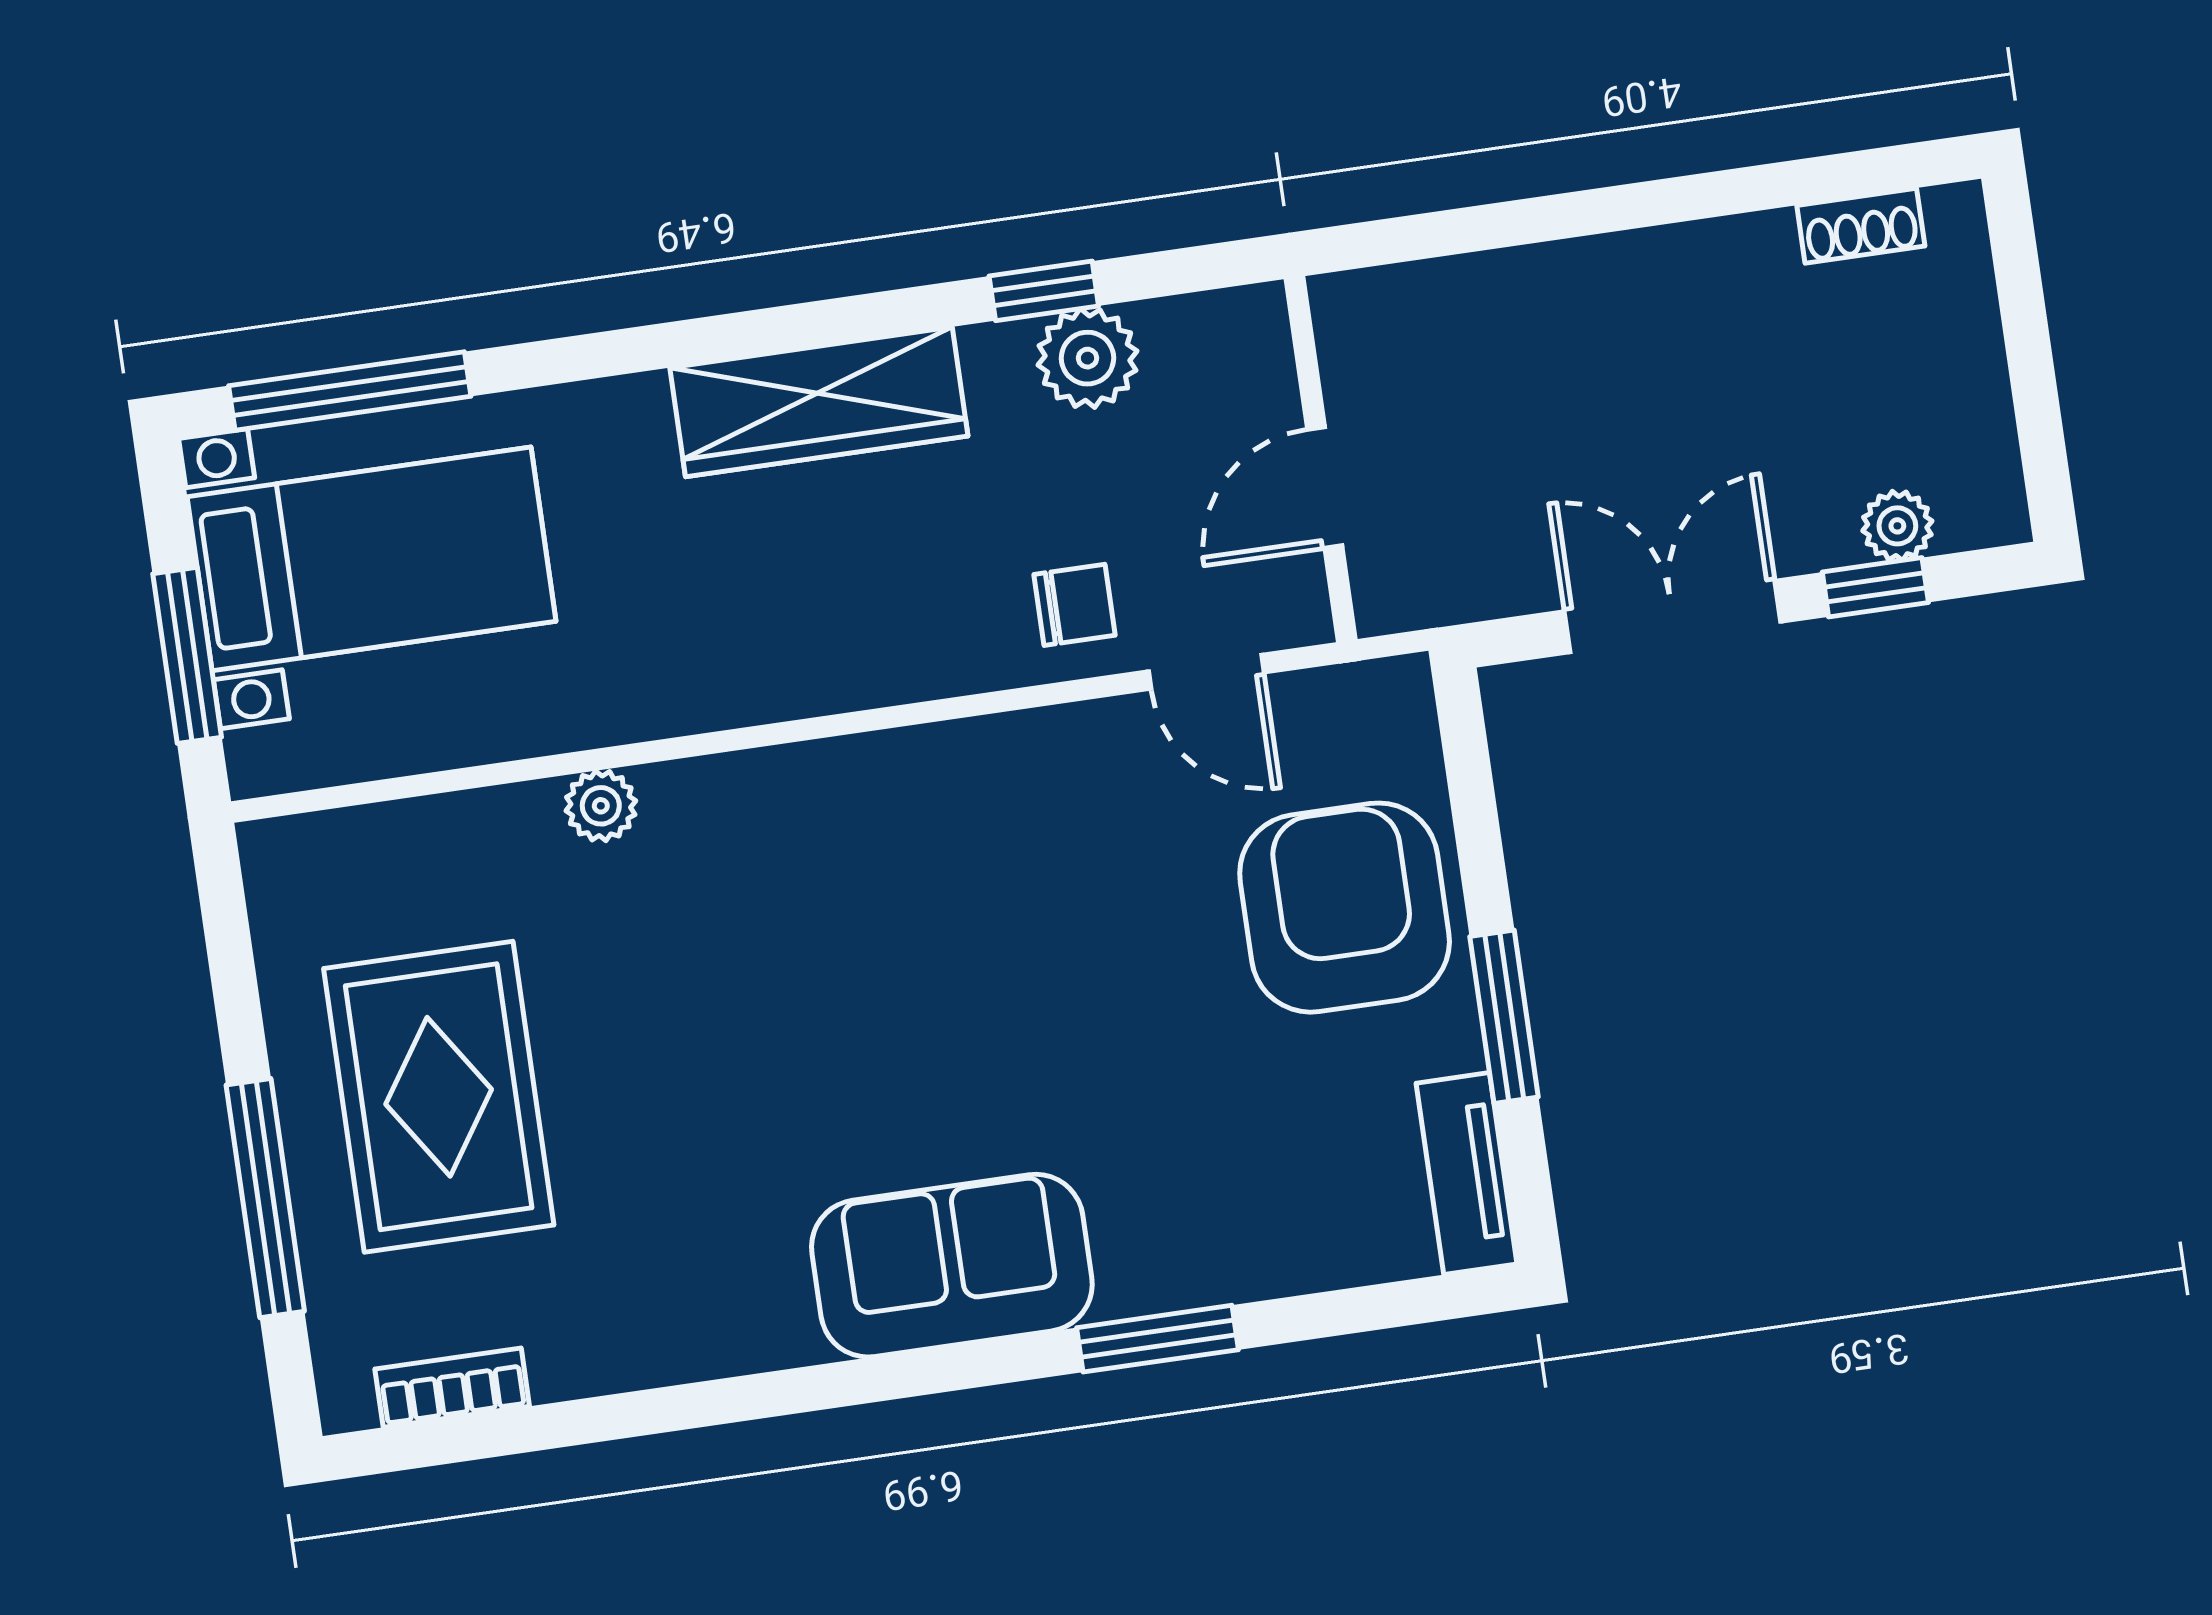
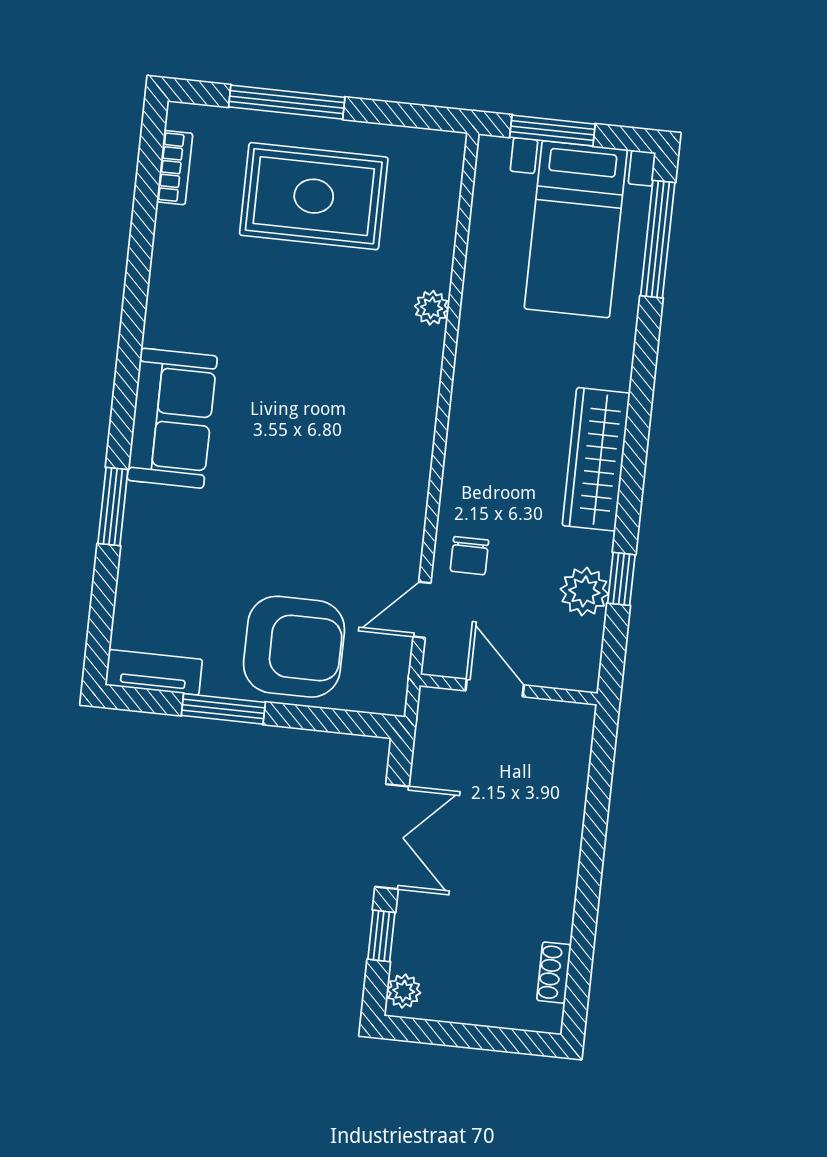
plant: (1897, 526) -> (404, 991), moved

